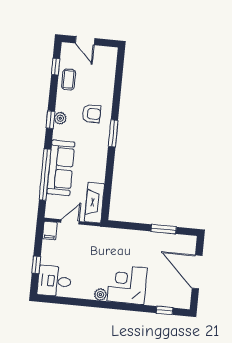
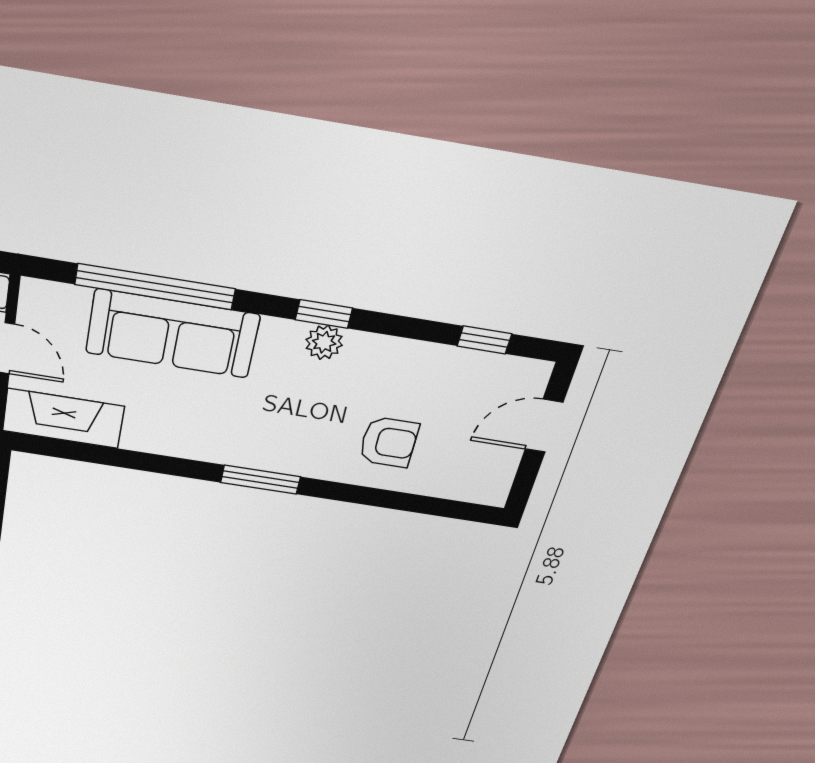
coffee table: (69, 79) -> (438, 373), removed
armchair: (91, 114) -> (389, 442), moved, turned -90

